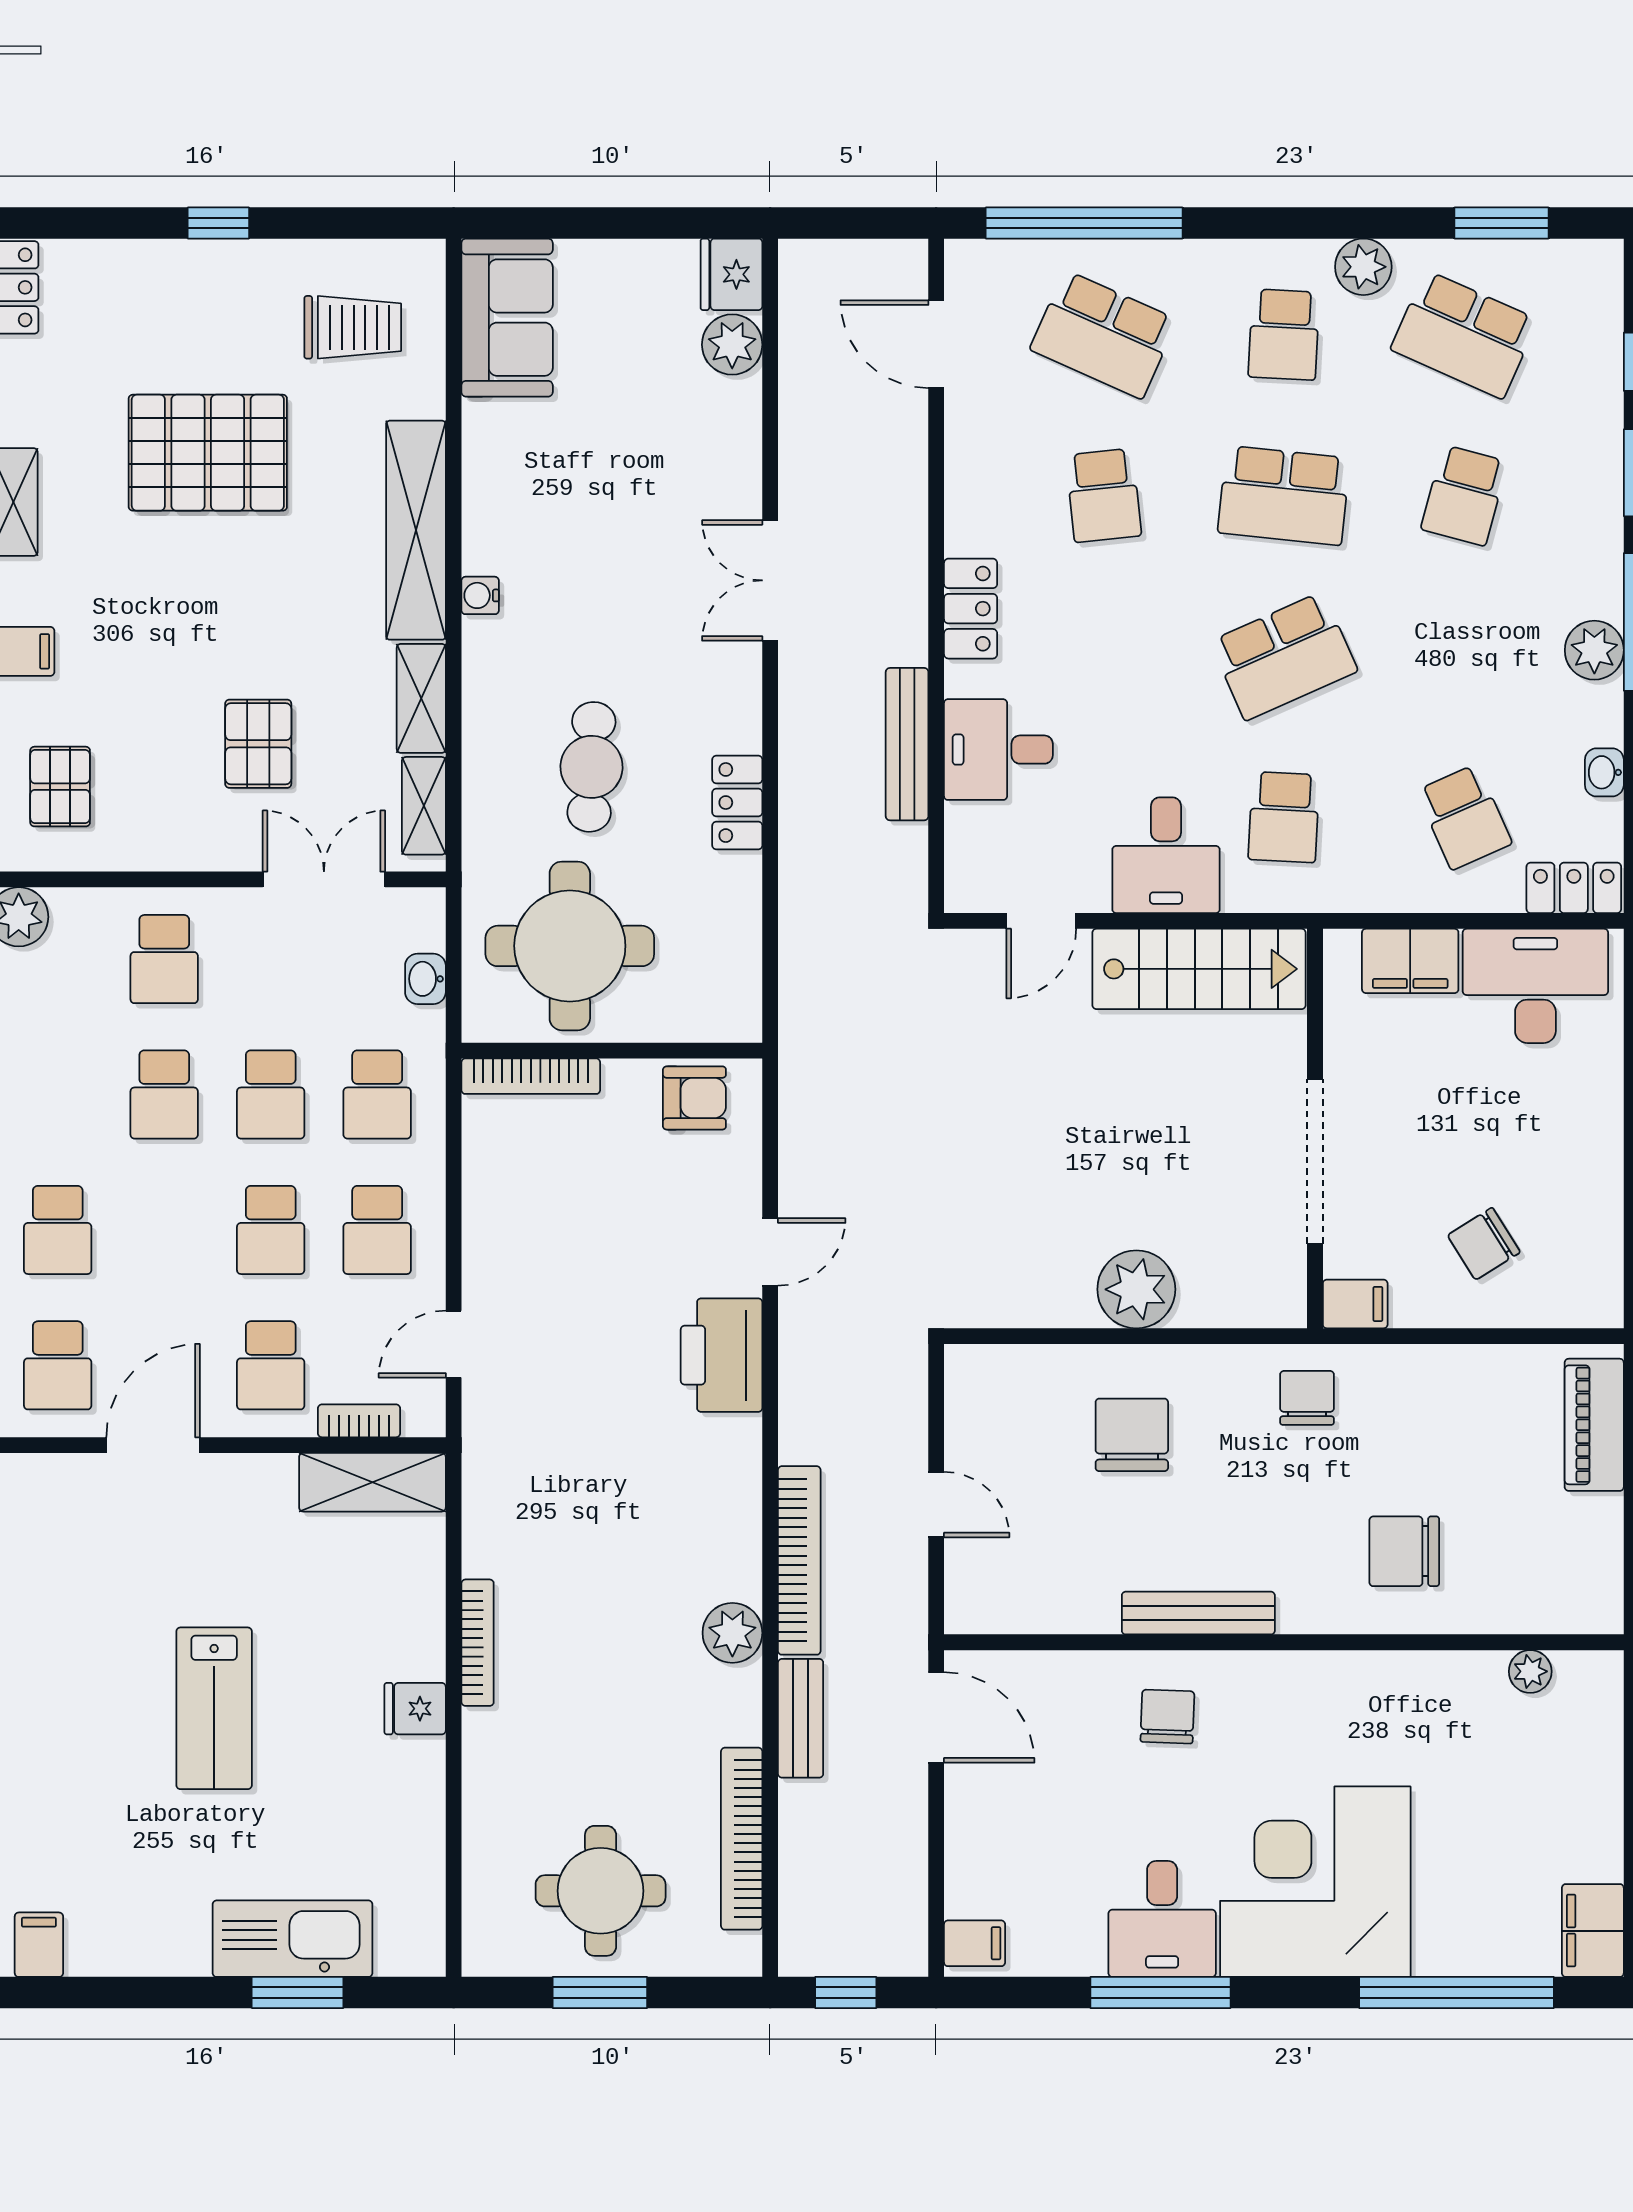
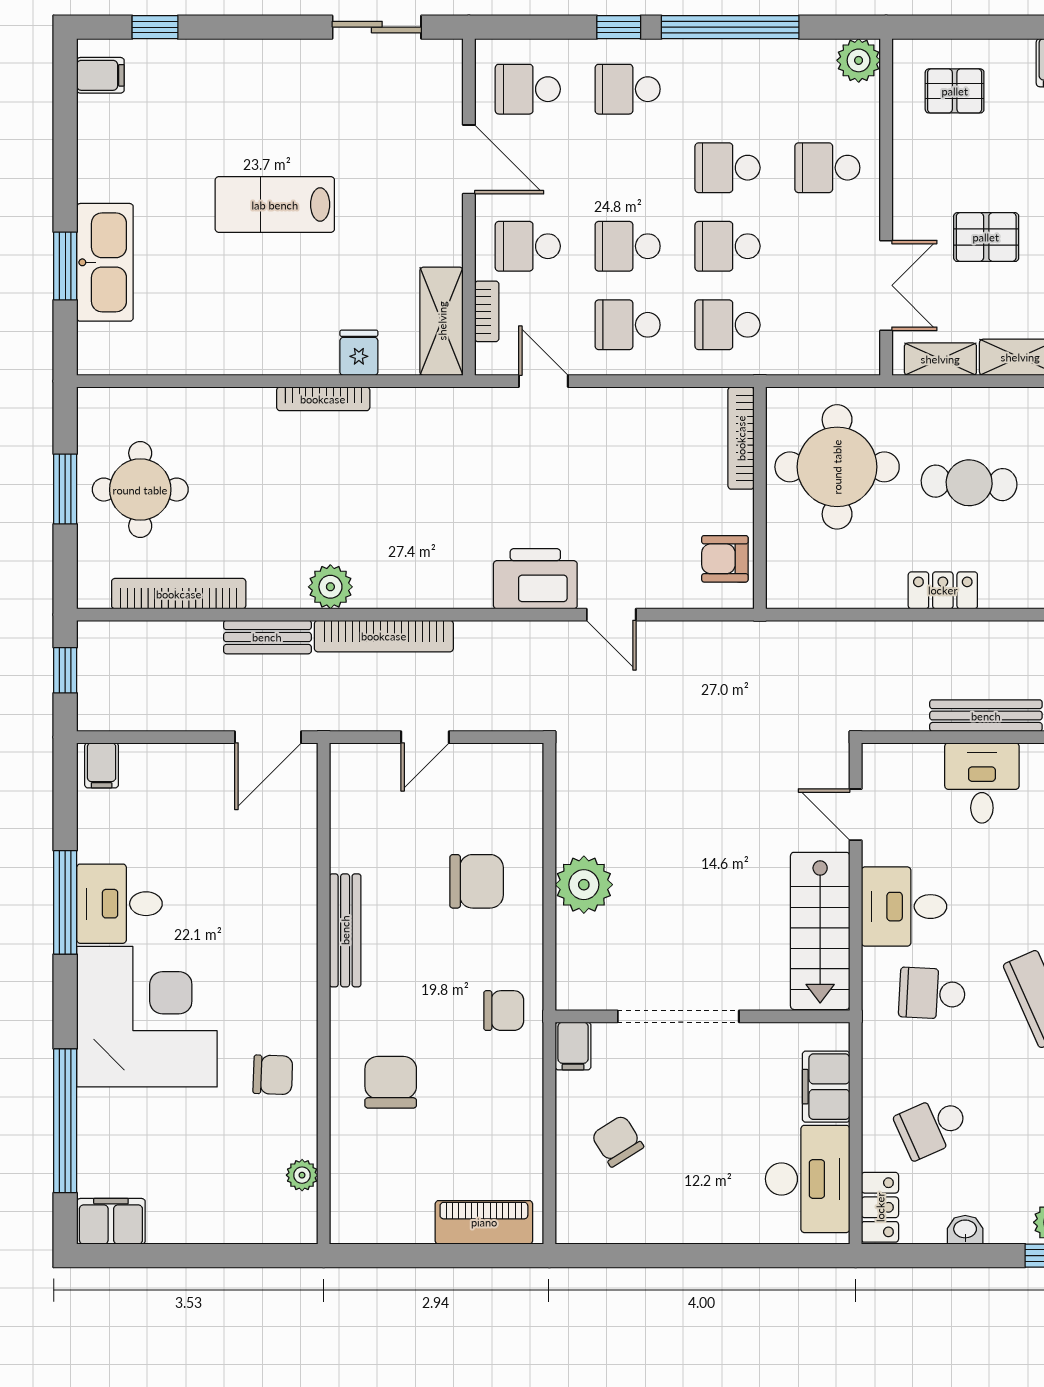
washbasin: (425, 979) -> (813, 360), removed
armchair: (694, 1098) -> (725, 559), turned 90
fridge: (415, 1709) -> (359, 353), moved
chair: (1167, 1717) -> (273, 1075), moved

